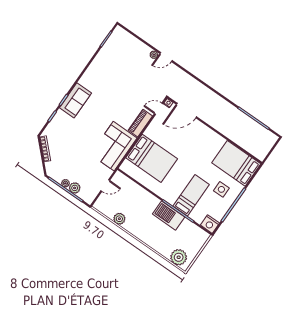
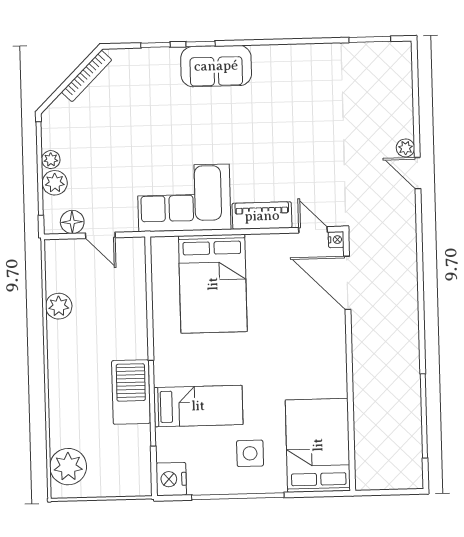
floor lamp: (93, 192) -> (72, 222), added

